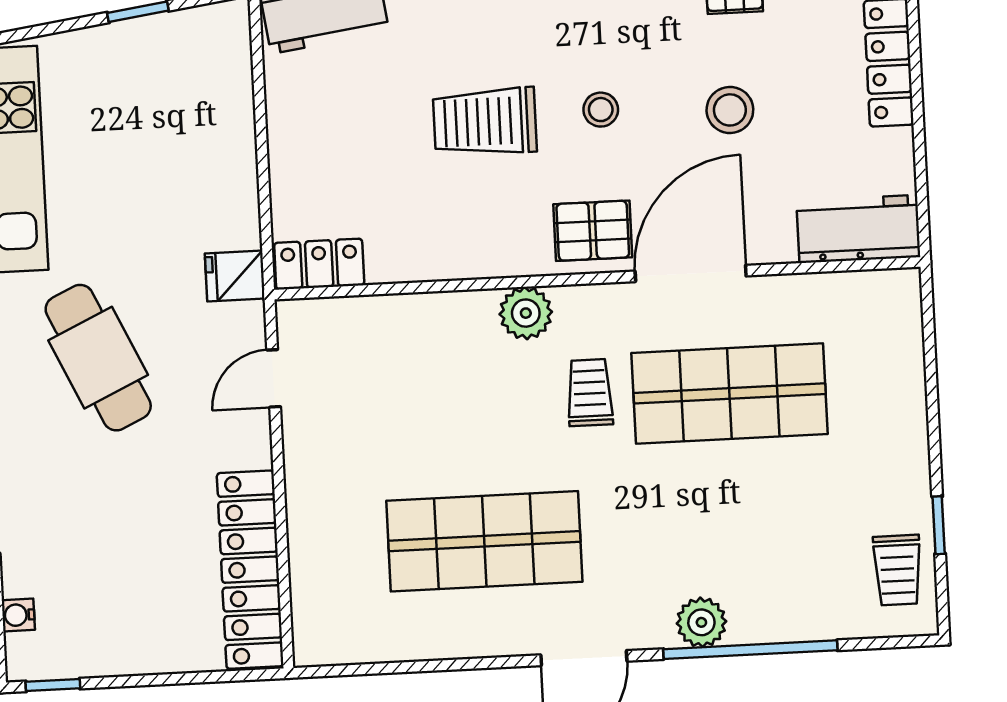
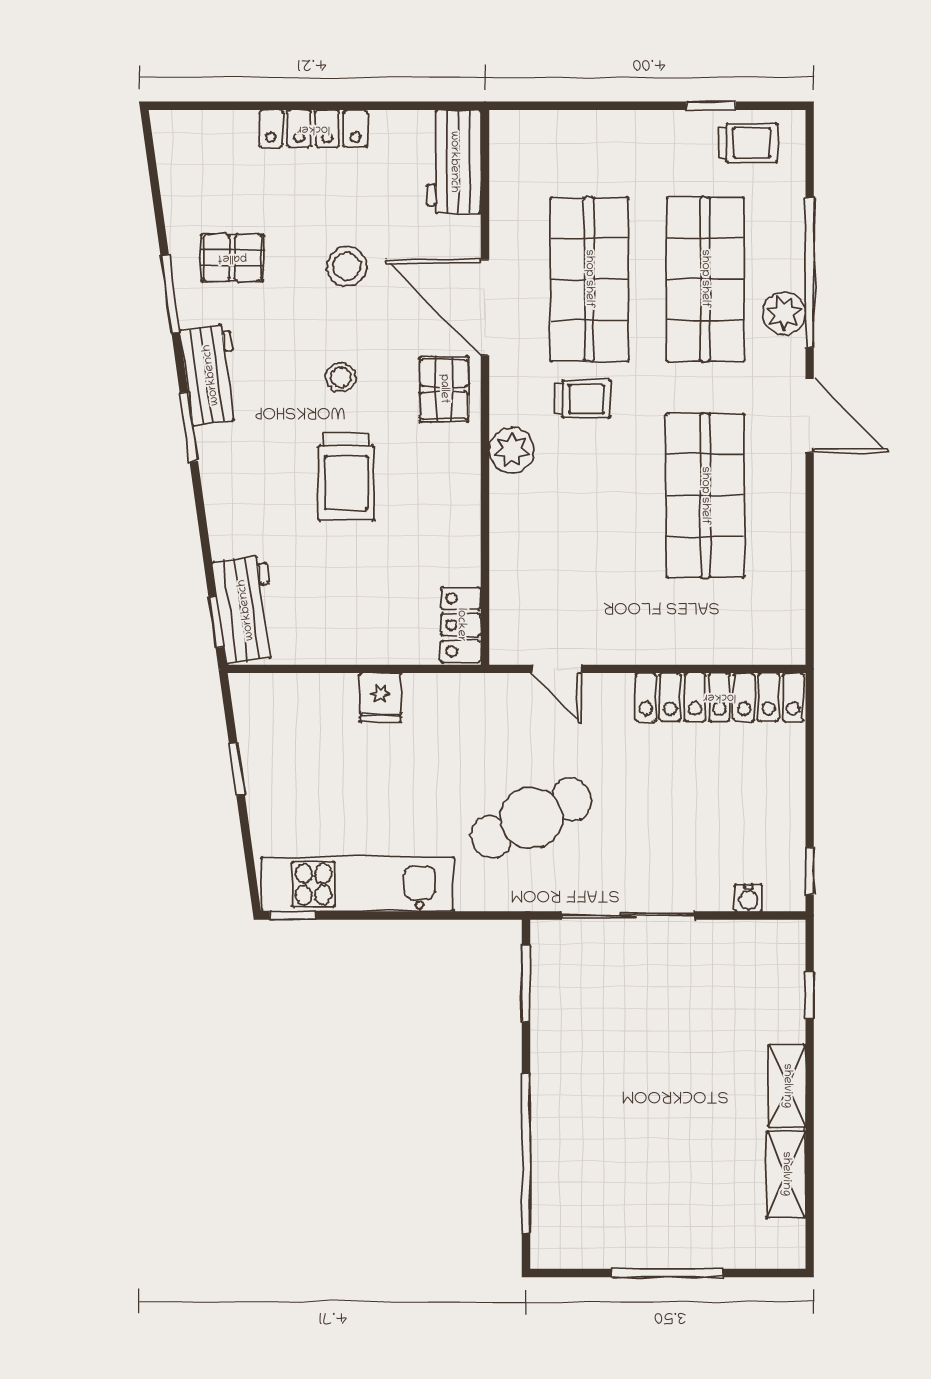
fridge: (235, 276) -> (380, 698), moved
trolley: (590, 393) -> (583, 399), turned 180
shop shelf: (736, 528) -> (705, 279), added

